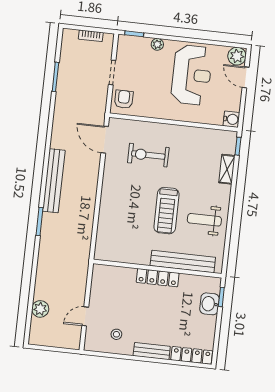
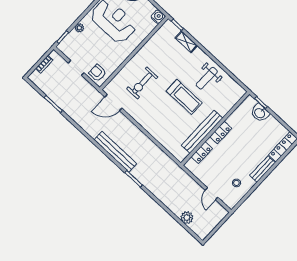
bench: (183, 261) -> (202, 132), moved
locker: (121, 273) -> (202, 153), added
locker: (158, 278) -> (221, 133), width x0.66

